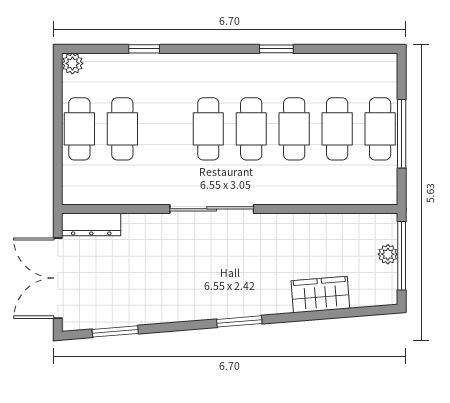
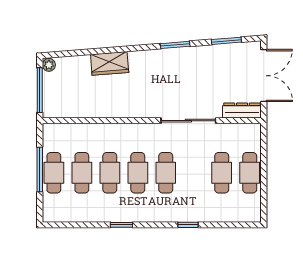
window: (144, 49) -> (188, 225), moved
plant: (72, 63) -> (254, 215), removed
sliding door: (212, 209) -> (188, 121), moved
plant: (388, 254) -> (49, 65), moved
wardrobe: (320, 295) -> (110, 63), moved
window: (239, 321) -> (175, 45), moved

